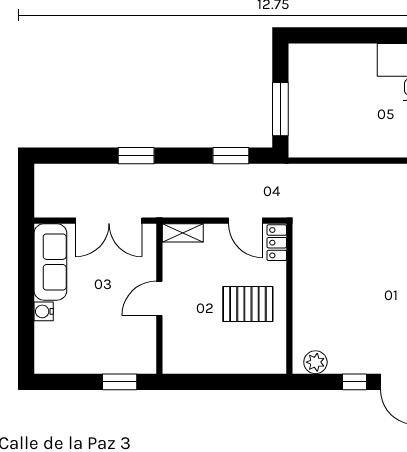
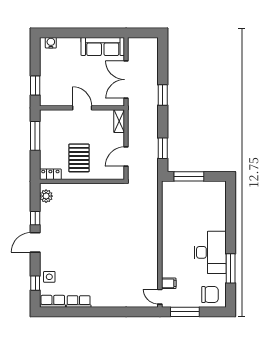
locker: (277, 243) -> (50, 174), moved
water cooler: (44, 311) -> (51, 43), moved
window: (209, 382) -> (35, 136), added

